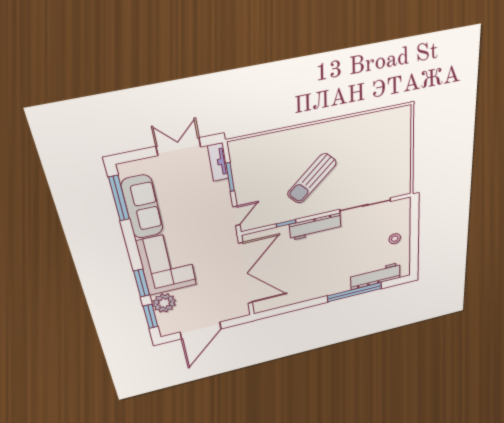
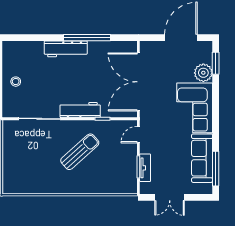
tv unit: (218, 162) -> (145, 168), moved
workbench: (375, 276) -> (66, 49), moved
window: (142, 283) -> (216, 96), removed
window: (354, 292) -> (87, 38), moved

